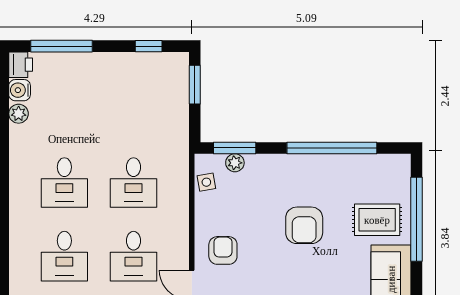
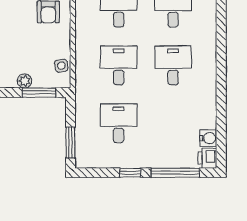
window: (149, 46) -> (130, 173), moved
desk: (134, 109) -> (119, 123), added
plant: (19, 114) -> (209, 120), removed
plant: (235, 163) -> (25, 81), moved

